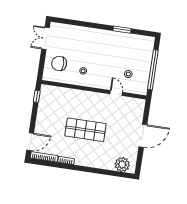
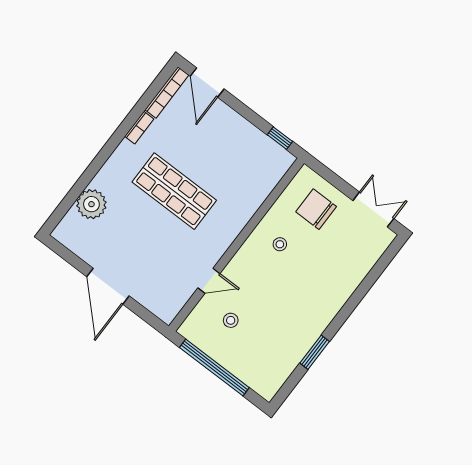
chair: (59, 64) -> (316, 209), turned -90
shop shelf: (85, 130) -> (174, 191), turned 90
plant: (122, 164) -> (91, 204), moved

